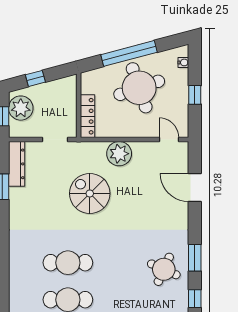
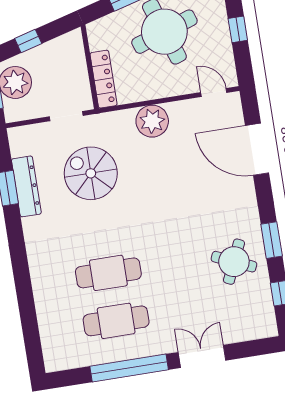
dresser: (17, 164) -> (26, 186), moved
door: (195, 188) -> (257, 149), width x1.36
spiral stairs: (90, 193) -> (91, 173), moved

